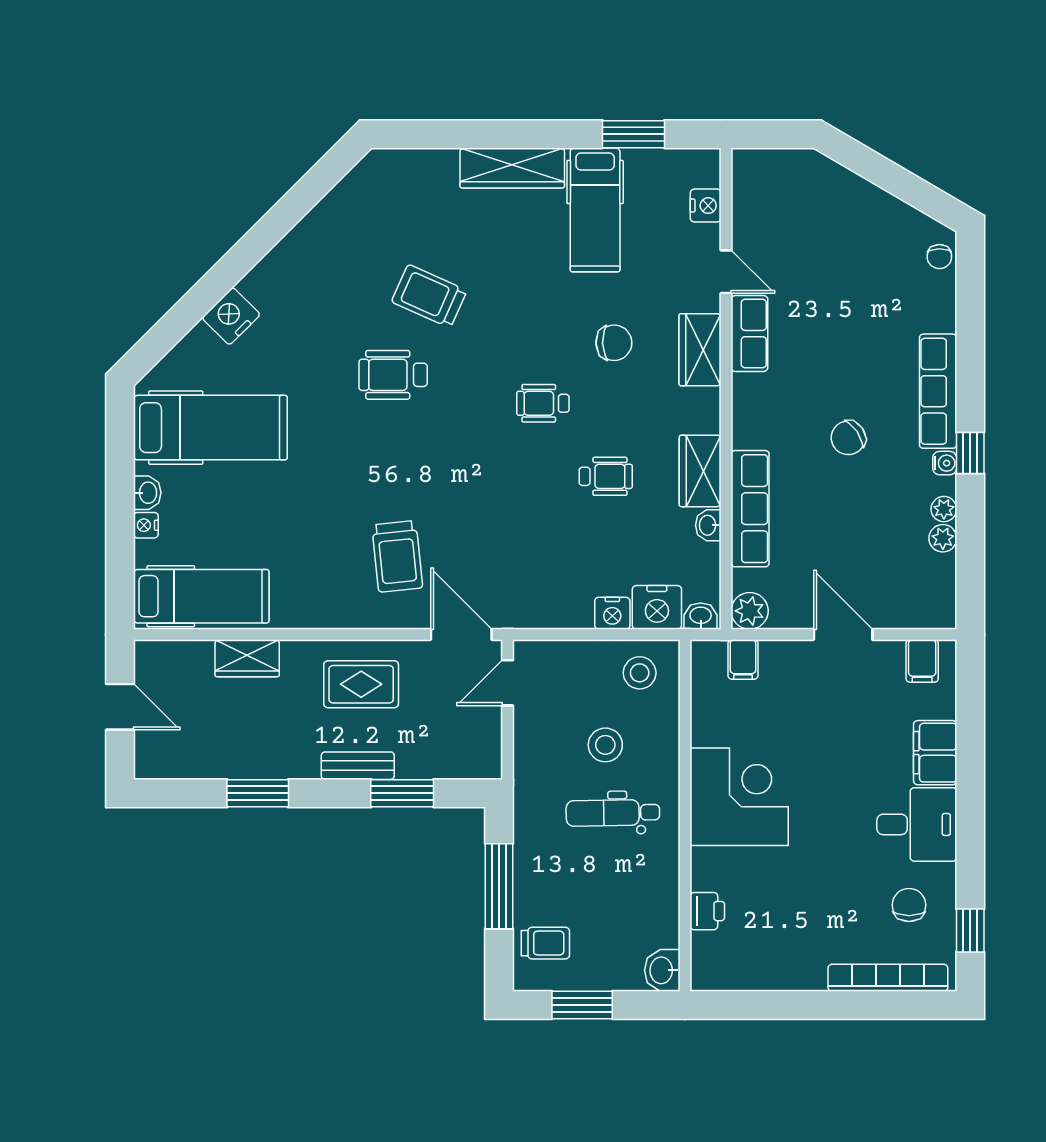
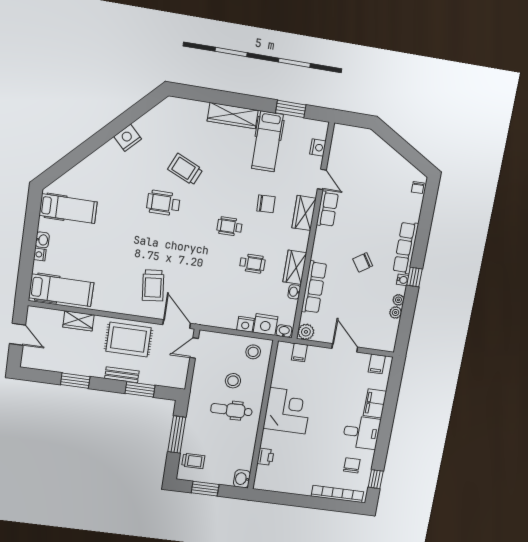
nightstand: (231, 316) -> (128, 138), moved
hospital bed: (210, 428) -> (68, 209), width x0.73, depth x0.78
rug: (361, 684) -> (129, 340), width x1.36, depth x1.43

